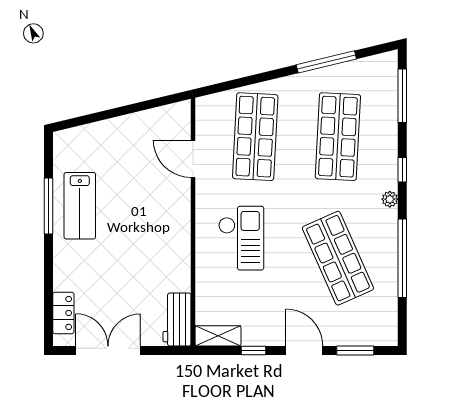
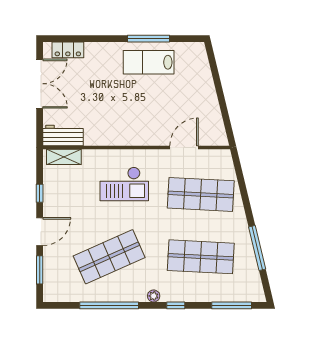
shelving: (218, 336) -> (64, 157), moved, turned 90

